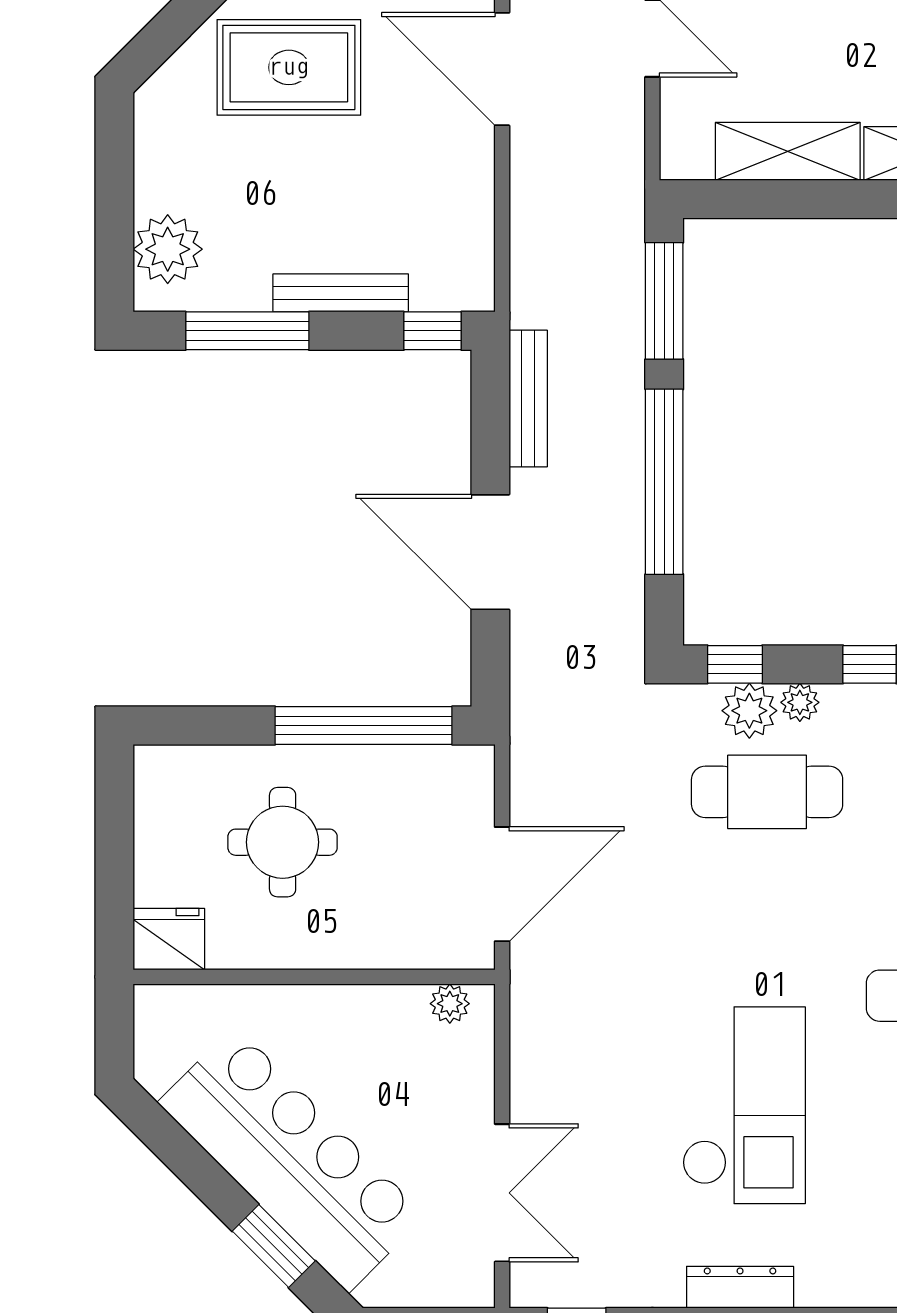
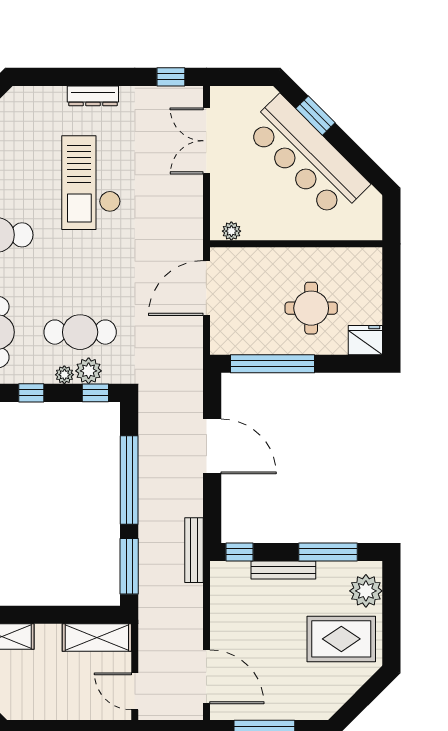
rug: (289, 67) -> (341, 639), moved
shelving: (788, 151) -> (97, 638), moved
bench: (528, 399) -> (194, 550), moved
fridge: (169, 939) -> (365, 340), moved, turned 180

